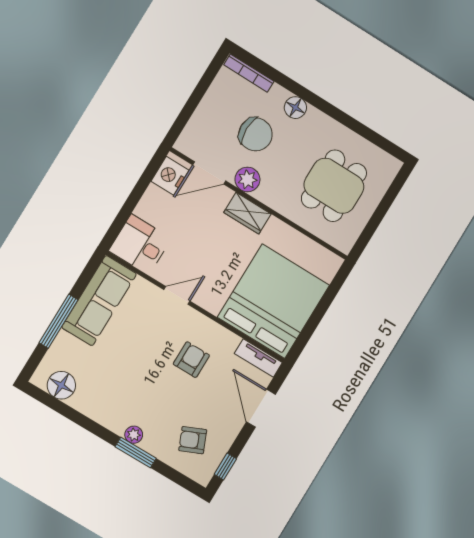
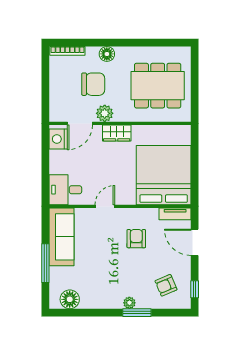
dining table: (334, 186) -> (158, 86), width x1.38

